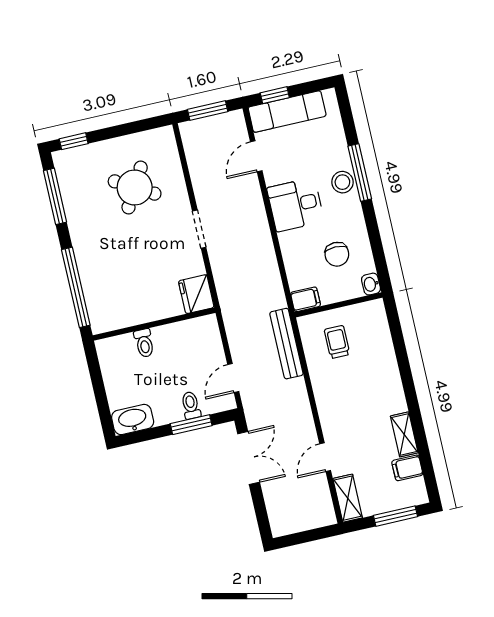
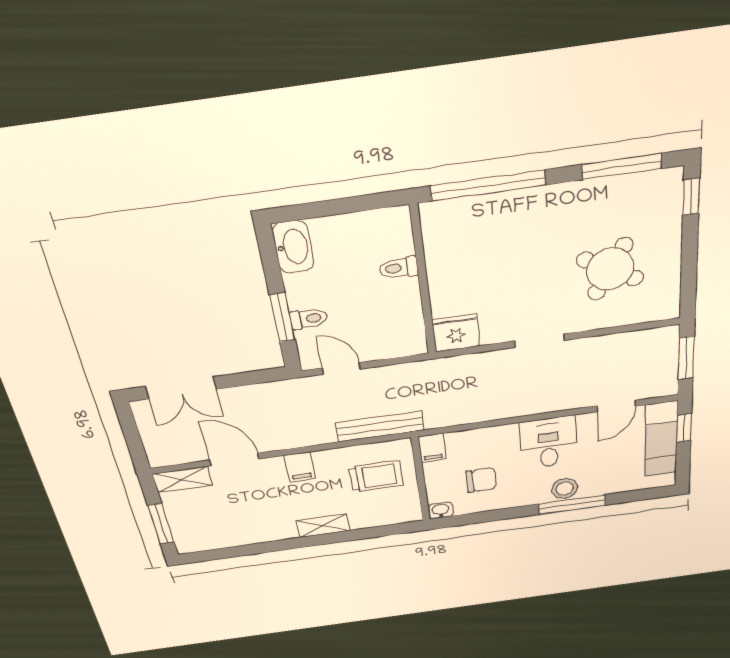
door: (256, 156) -> (616, 406), swing flipped
chair: (337, 254) -> (481, 480), turned 180
trolley: (337, 342) -> (376, 476), width x1.36, depth x1.39
shelving: (404, 434) -> (323, 526), moved
door: (325, 457) -> (234, 459), width x1.38
double door: (249, 458) -> (181, 388), moved
filing cabinet: (407, 468) -> (300, 467), moved, turned 180

